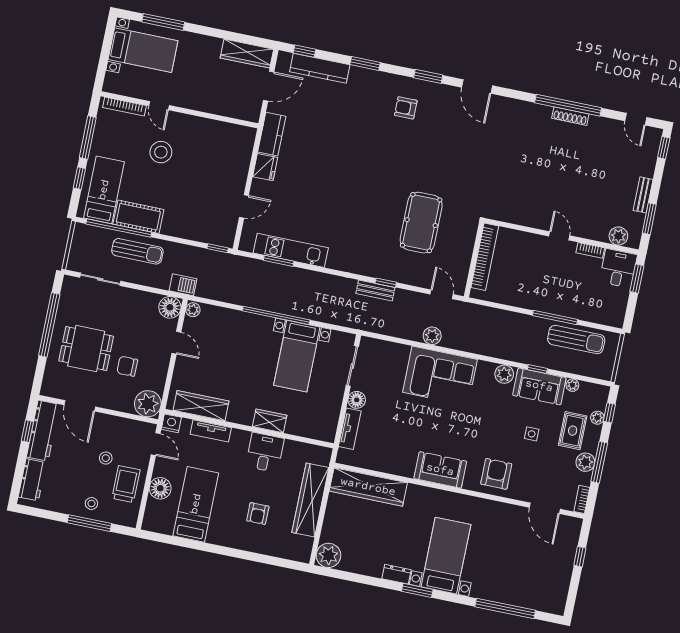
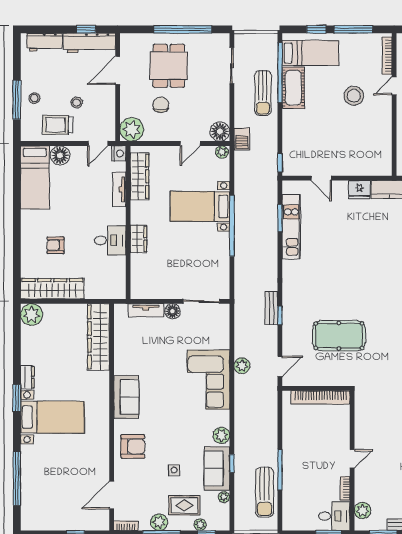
bed with nightstands: (297, 356) -> (200, 206), moved
trolley: (126, 484) -> (58, 125), turned 180
wardrobe: (310, 500) -> (52, 289), moved
bed: (196, 504) -> (35, 177), moved, turned 90

